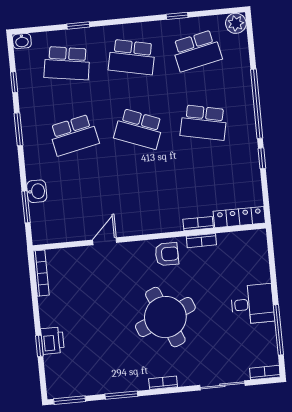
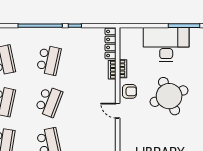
door: (105, 241) -> (118, 111), moved
armchair: (167, 254) -> (129, 91), turned 90
desk: (252, 304) -> (166, 44), width x1.87, depth x1.30

